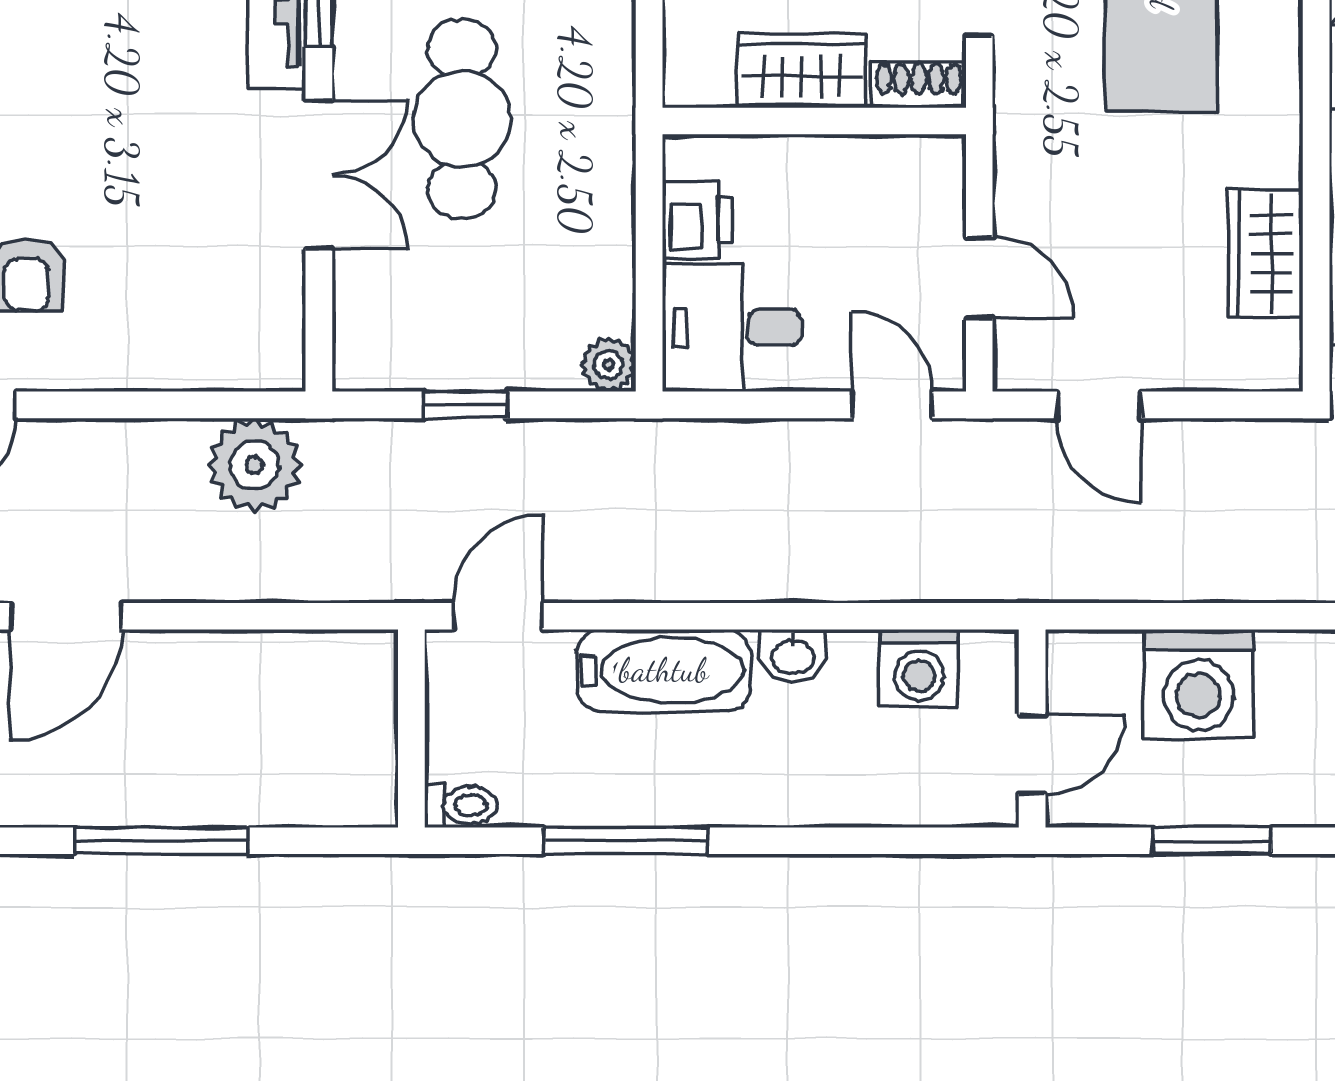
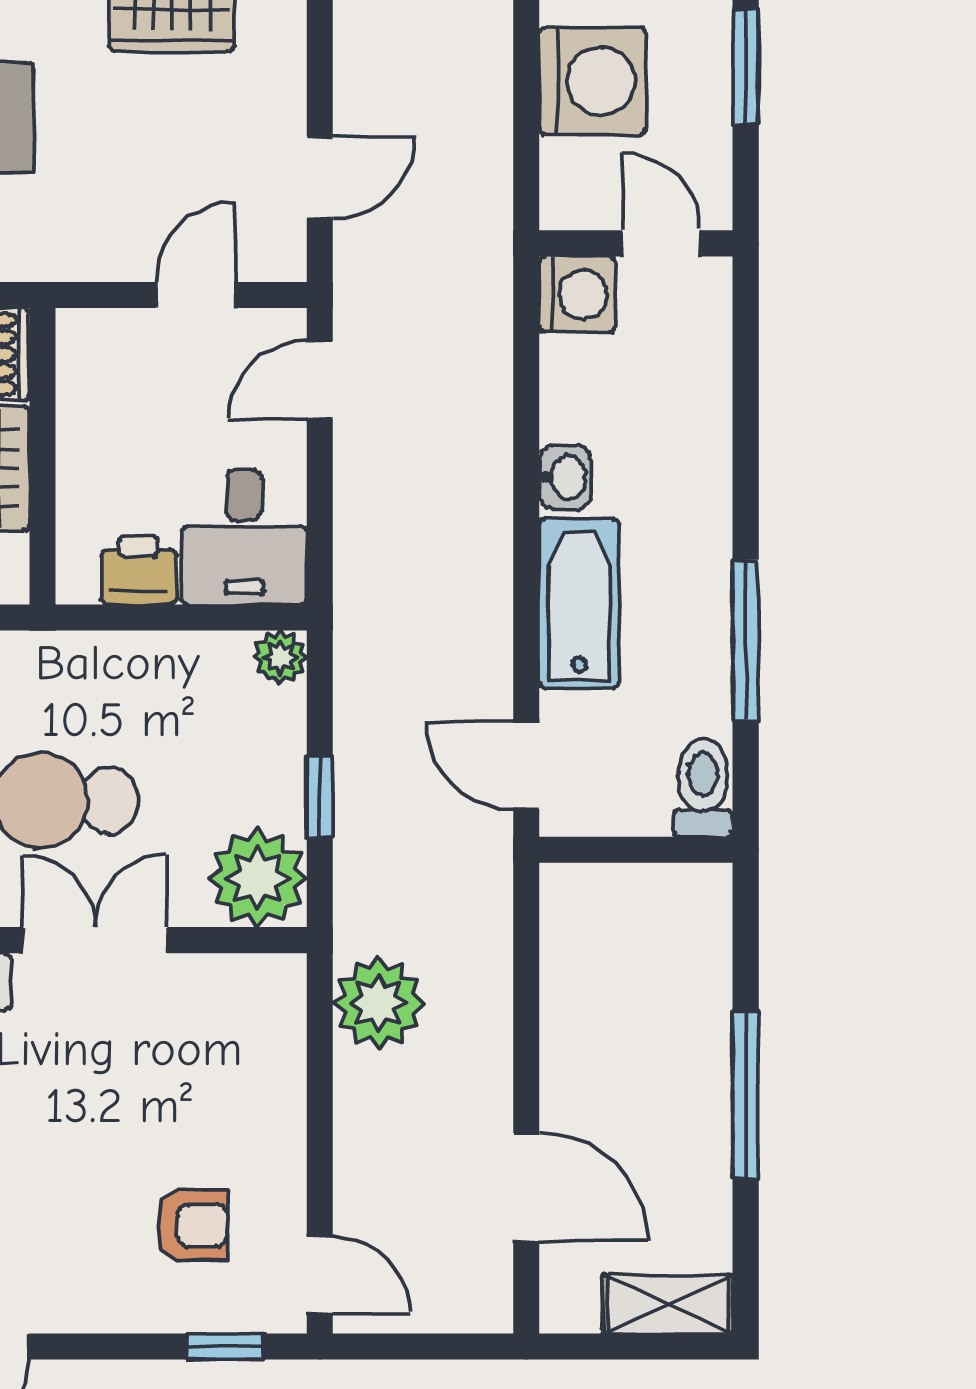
plant: (383, 341) -> (258, 878), added
washing machine: (919, 668) -> (577, 294), moved
toilet: (461, 805) -> (703, 788), width x1.37, depth x1.39

